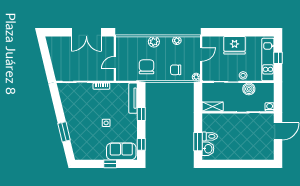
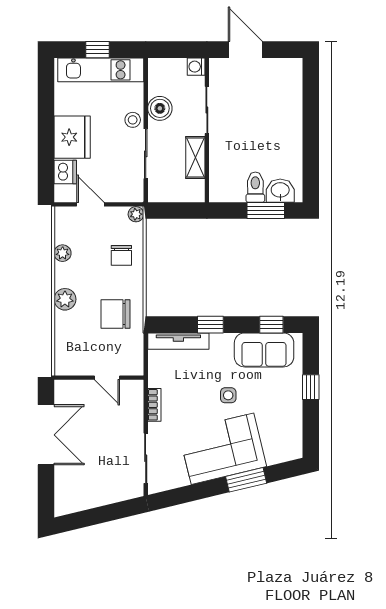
dishwasher: (217, 42) -> (65, 172), added
shelving: (213, 107) -> (195, 157), moved
corner sofa: (80, 120) -> (222, 449), added
sofa: (121, 151) -> (264, 350), moved, turned -90

